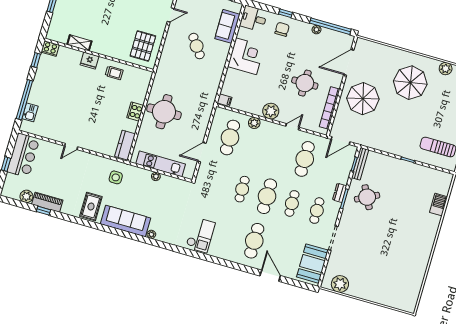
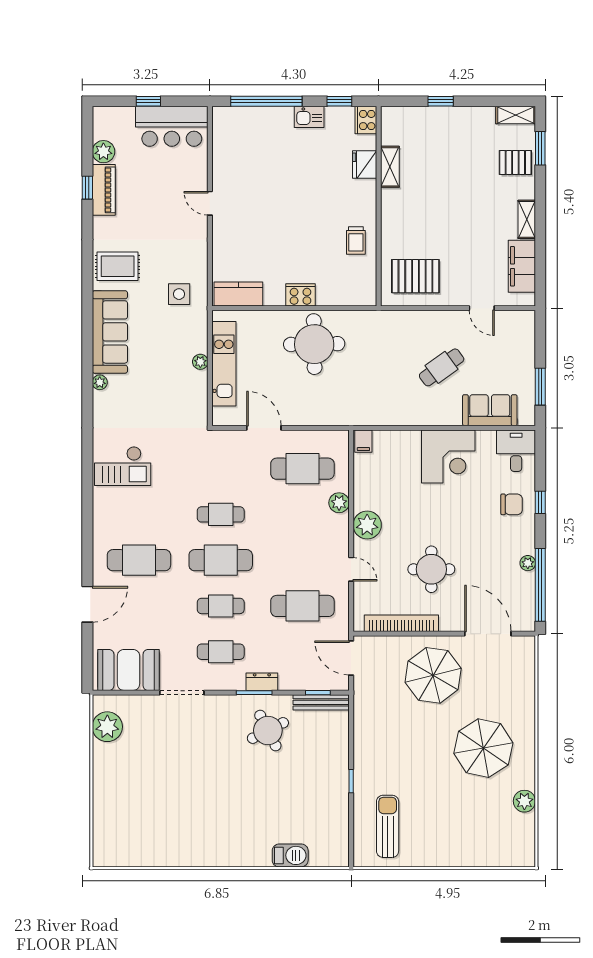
fridge: (90, 61) -> (365, 164), moved
kitchen sink: (30, 112) -> (309, 117), moved

